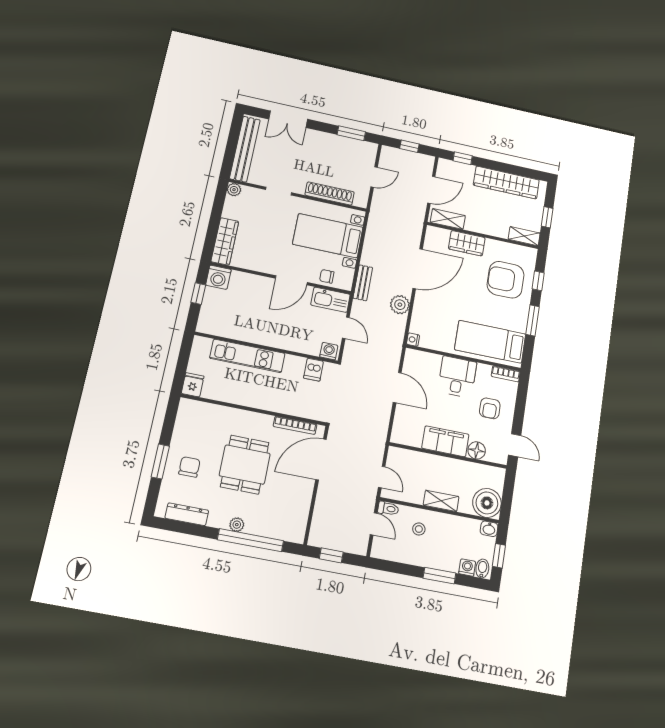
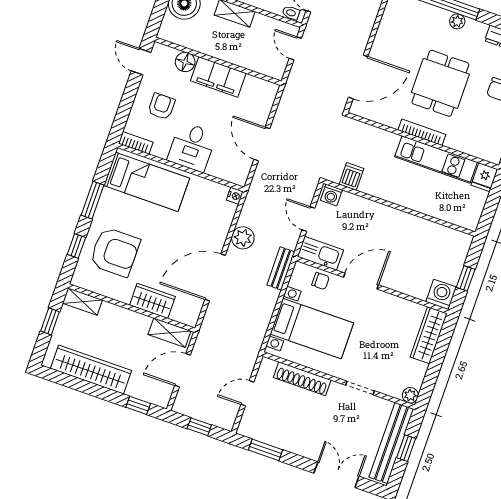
window: (231, 146) -> (406, 448), added
kitchen unit: (247, 356) -> (436, 160), moved, turned 180
bookcase: (295, 425) -> (422, 132), moved

